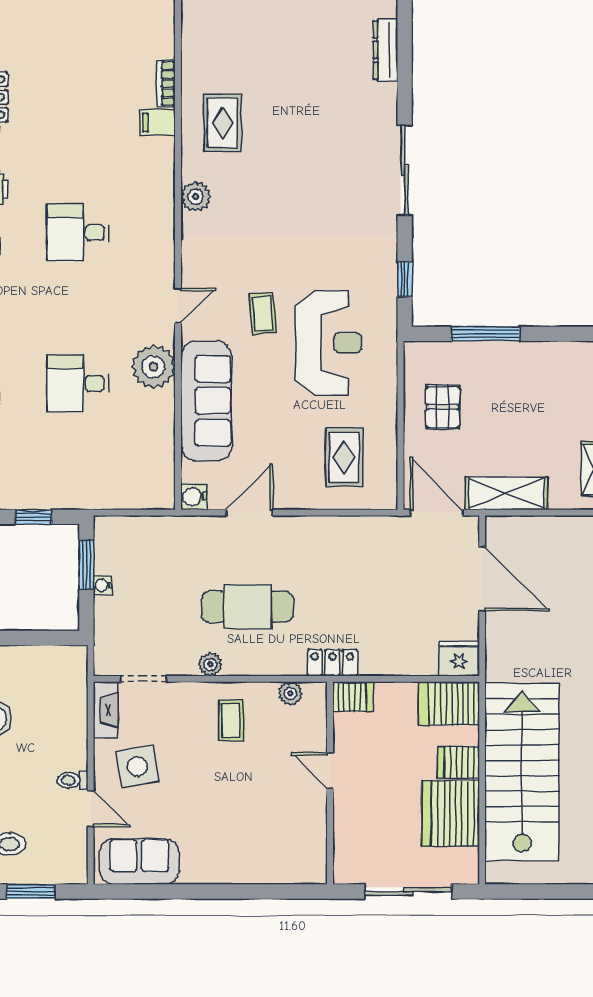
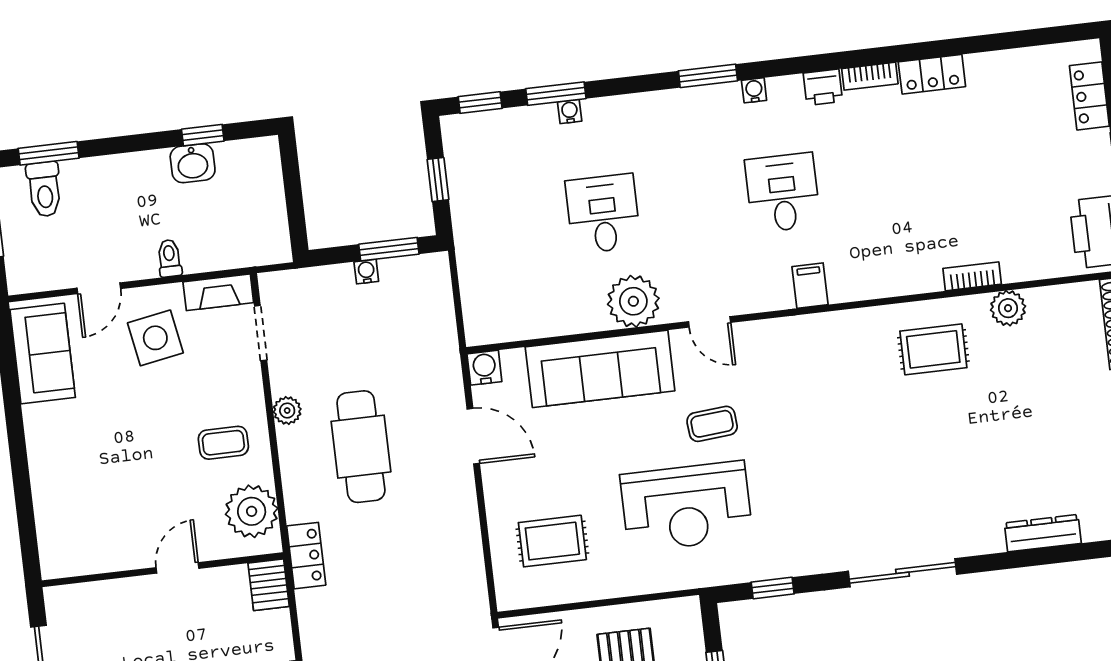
filing cabinet: (158, 122) -> (810, 286), moved
plant: (196, 197) -> (1008, 308), moved
plant: (290, 693) -> (252, 511), width x1.87, depth x1.87
toilet: (73, 780) -> (169, 258), moved

